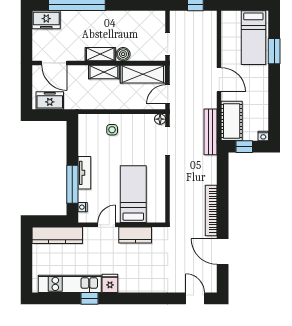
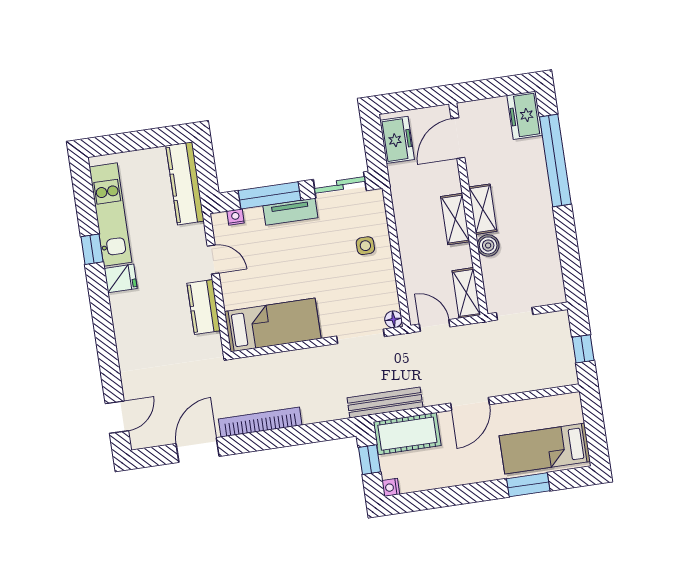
shelving: (143, 74) -> (466, 293), width x0.67, depth x0.75
sliding door: (72, 140) -> (340, 185), added
bed: (133, 194) -> (273, 325), moved

